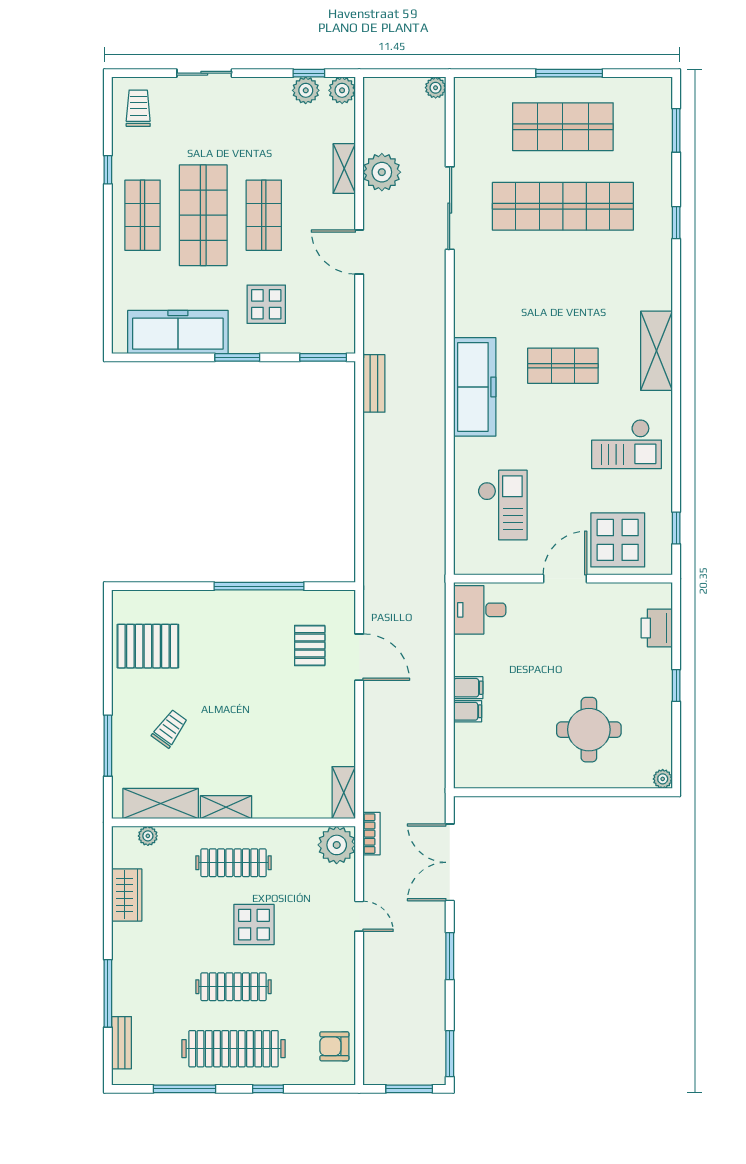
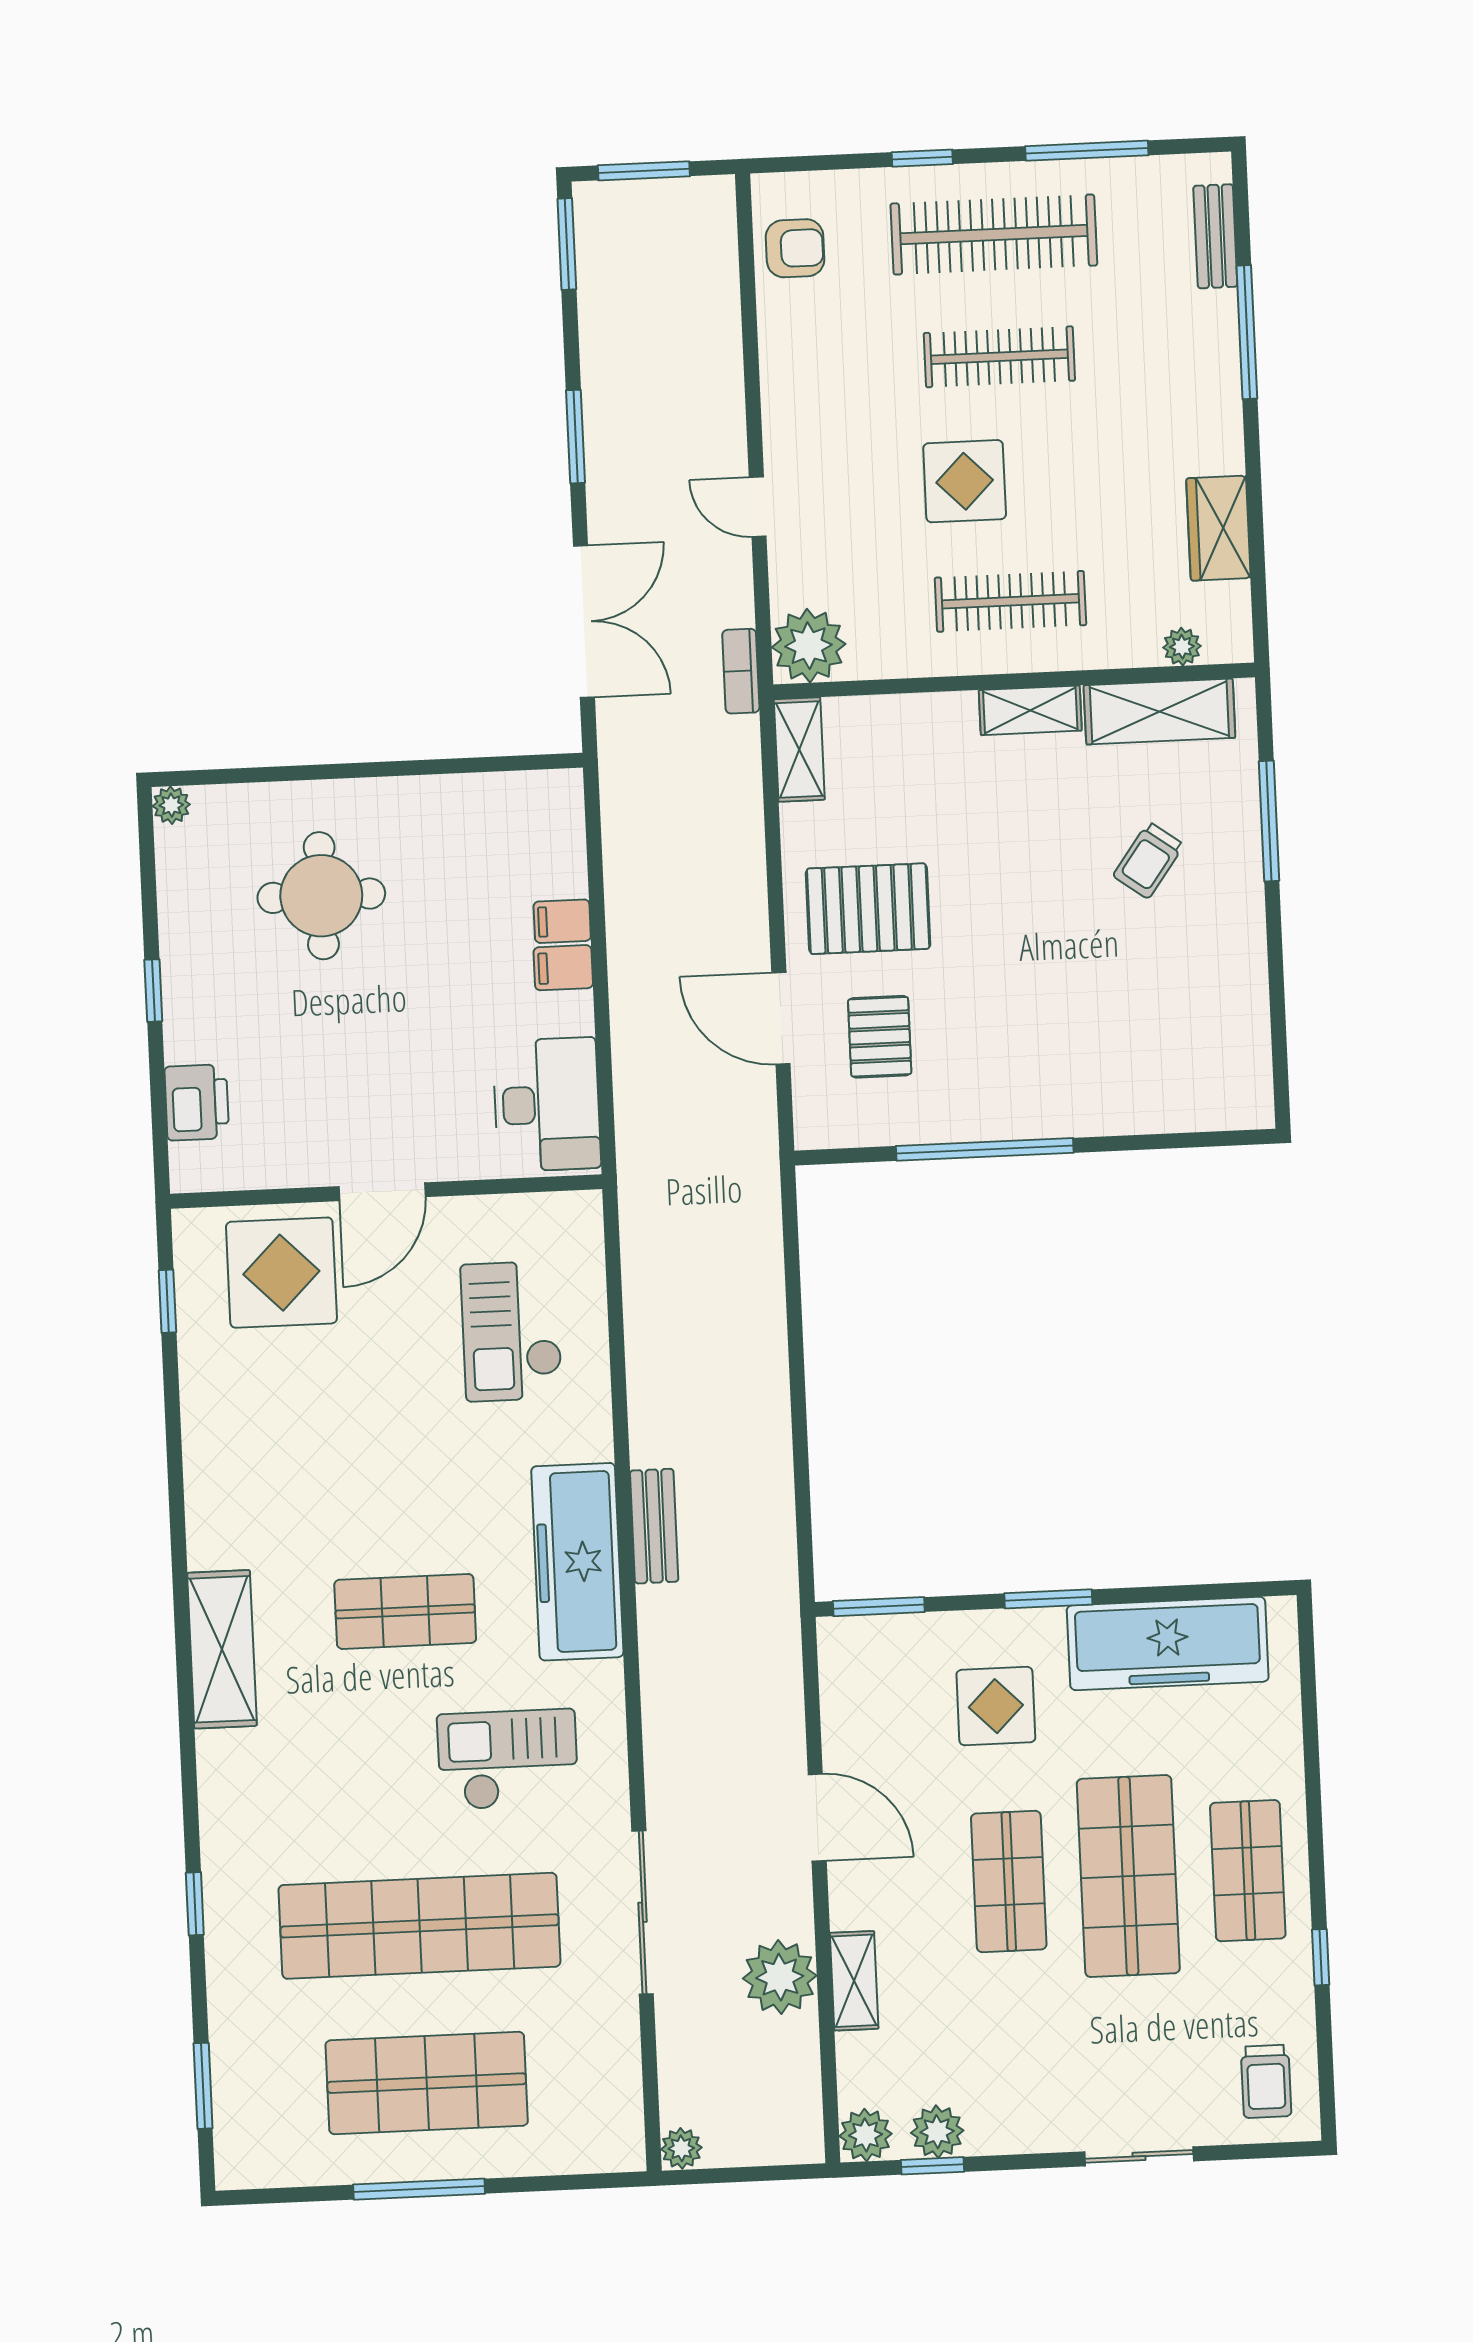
bench: (374, 383) -> (654, 1526), moved
checkout: (627, 444) -> (508, 1760), moved
desk: (480, 610) -> (547, 1105), width x1.37
pallet: (148, 646) -> (868, 909), moved

